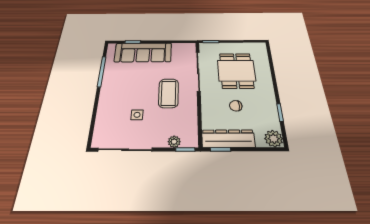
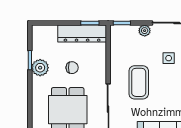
plant: (274, 139) -> (40, 68), moved
plant: (174, 142) -> (145, 31), moved

